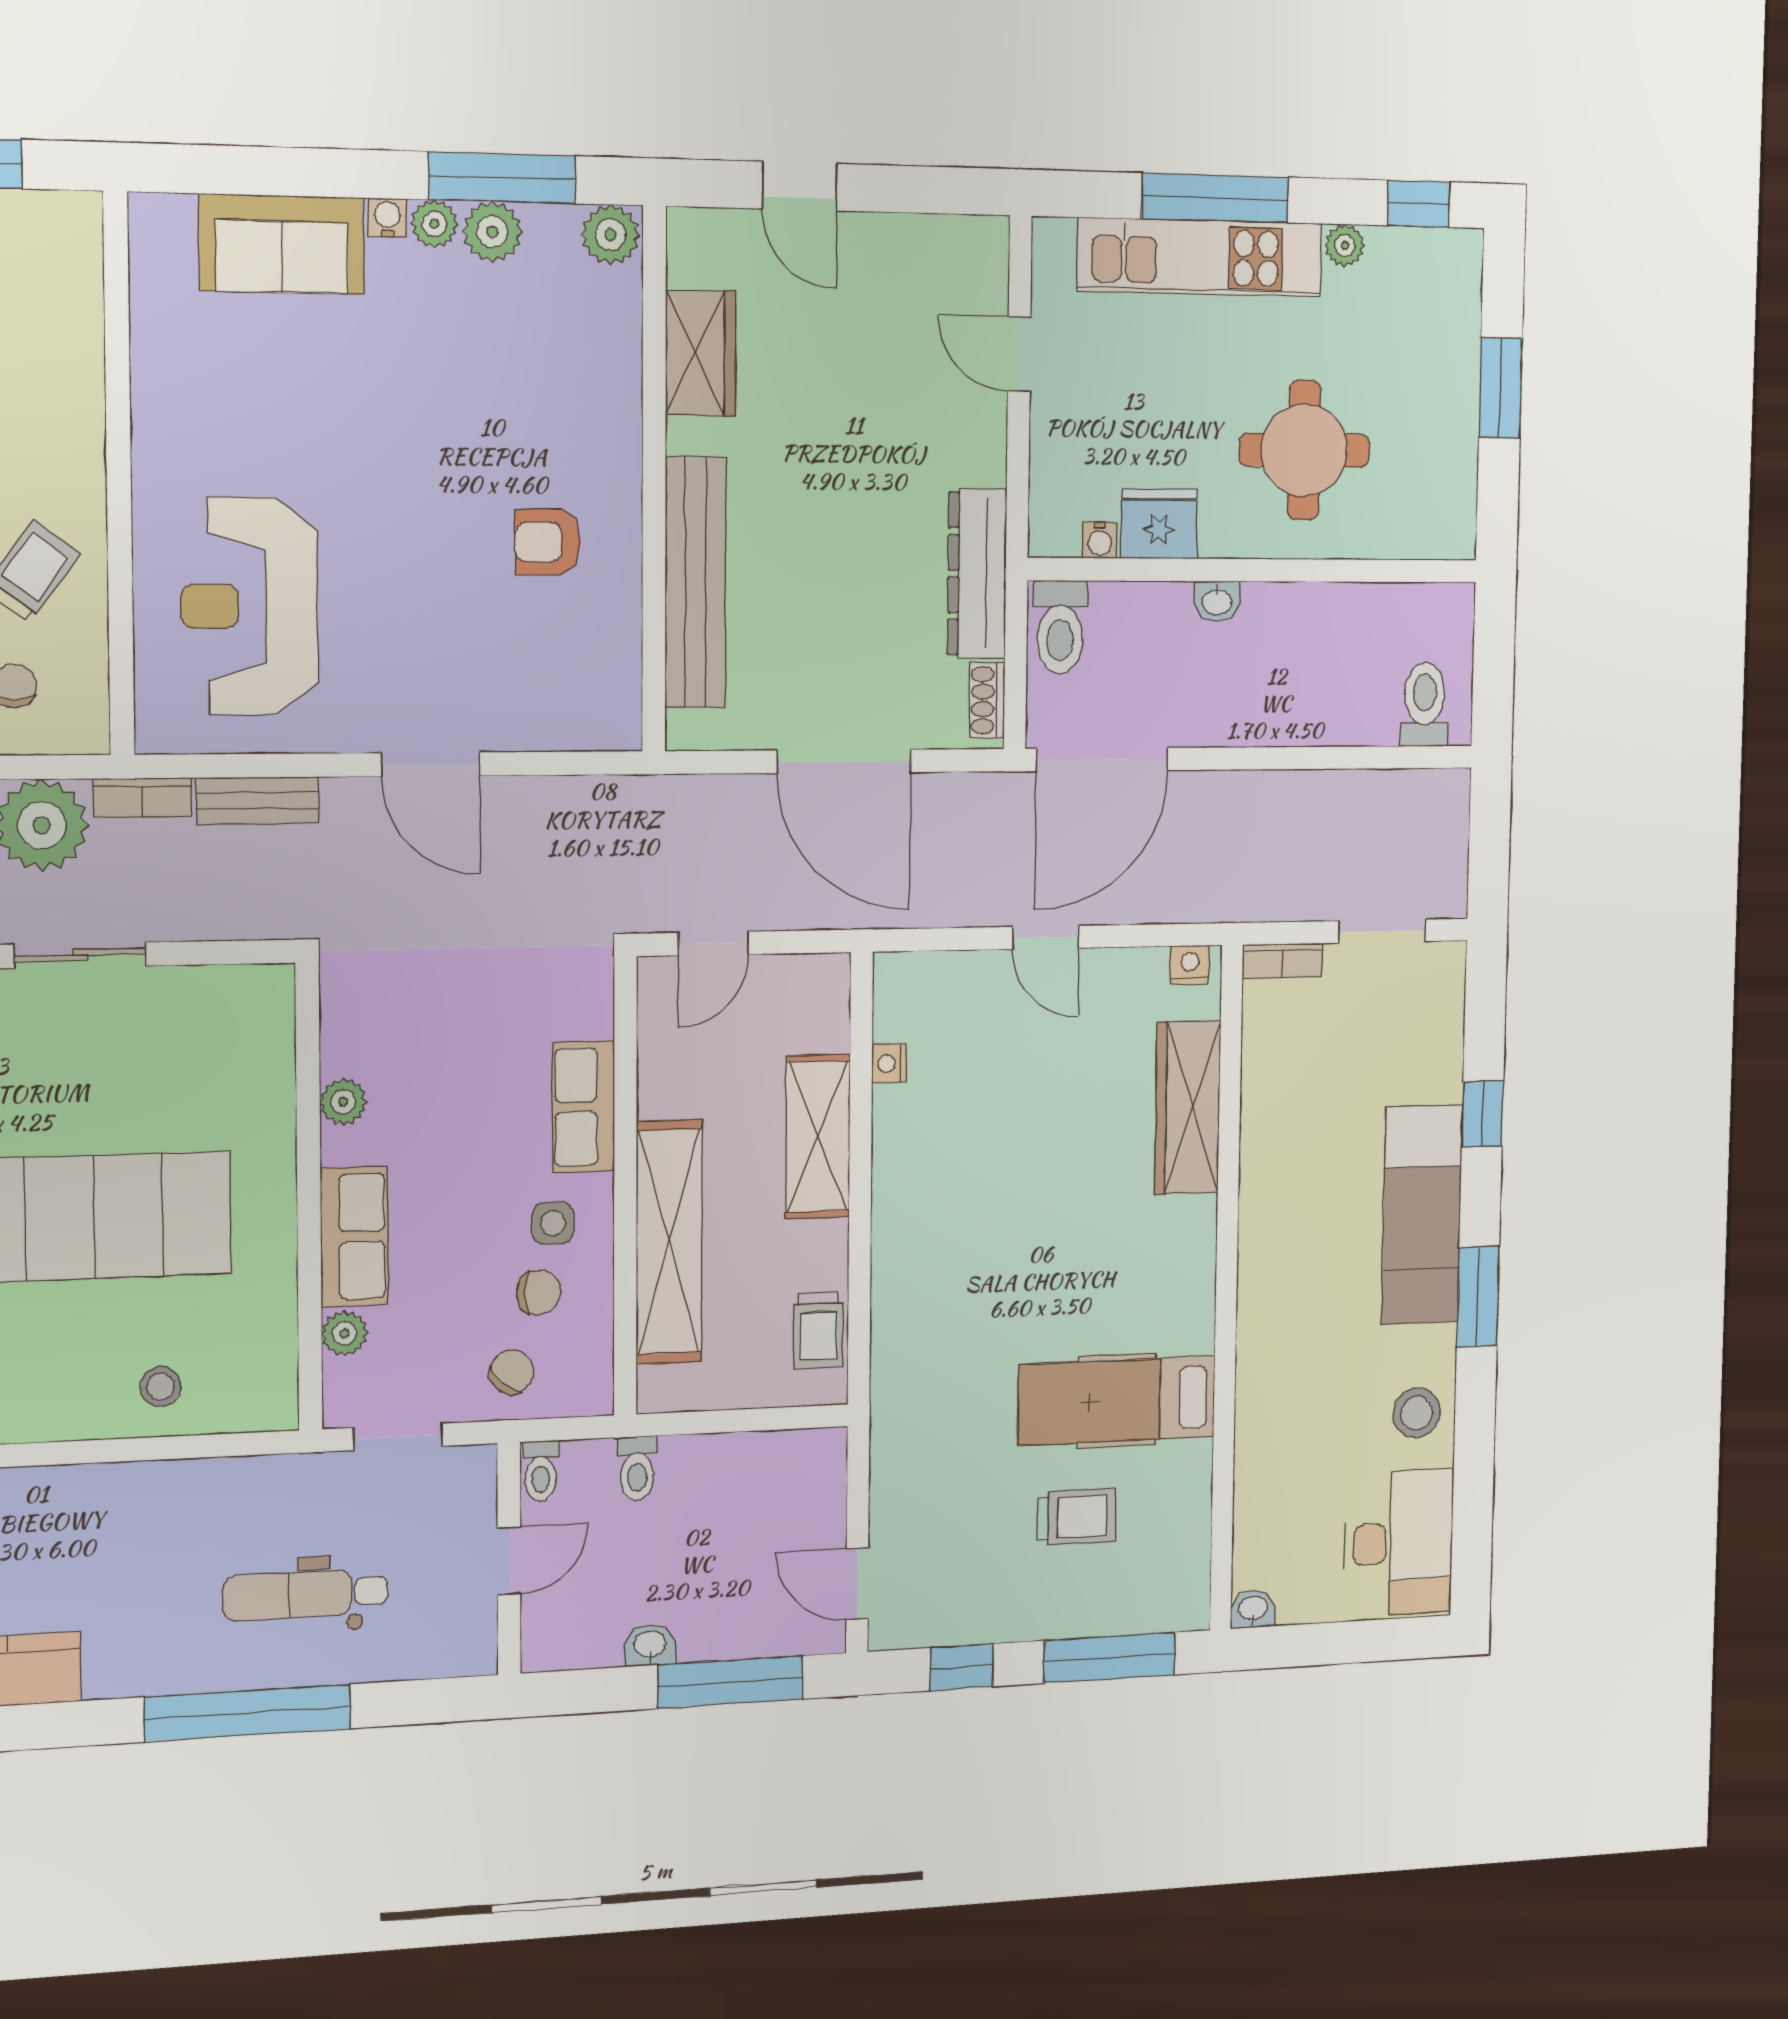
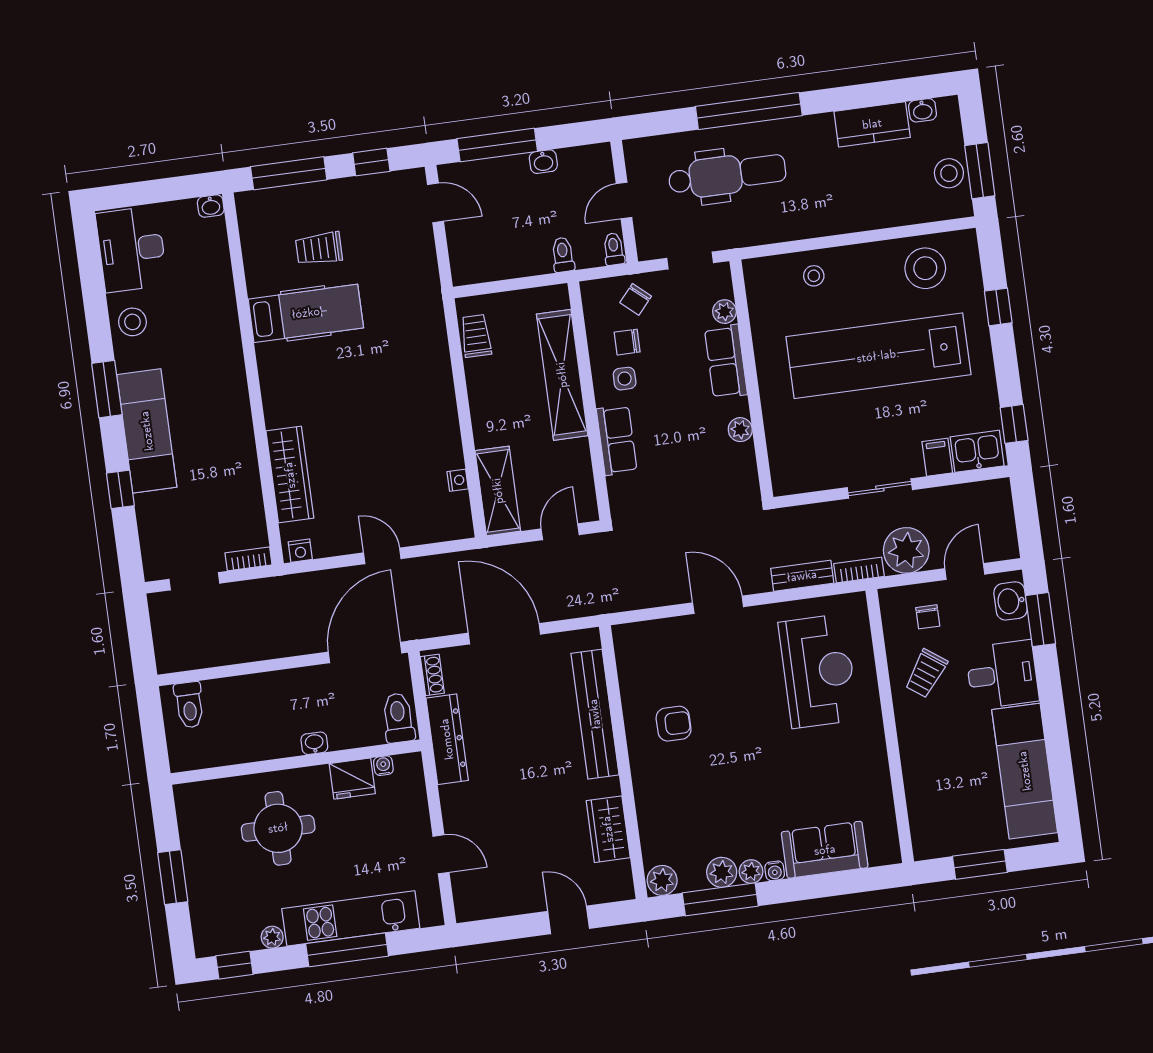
shelving: (818, 1136) -> (498, 491), moved
dental chair: (305, 1594) -> (727, 175), width x1.36, depth x1.38

